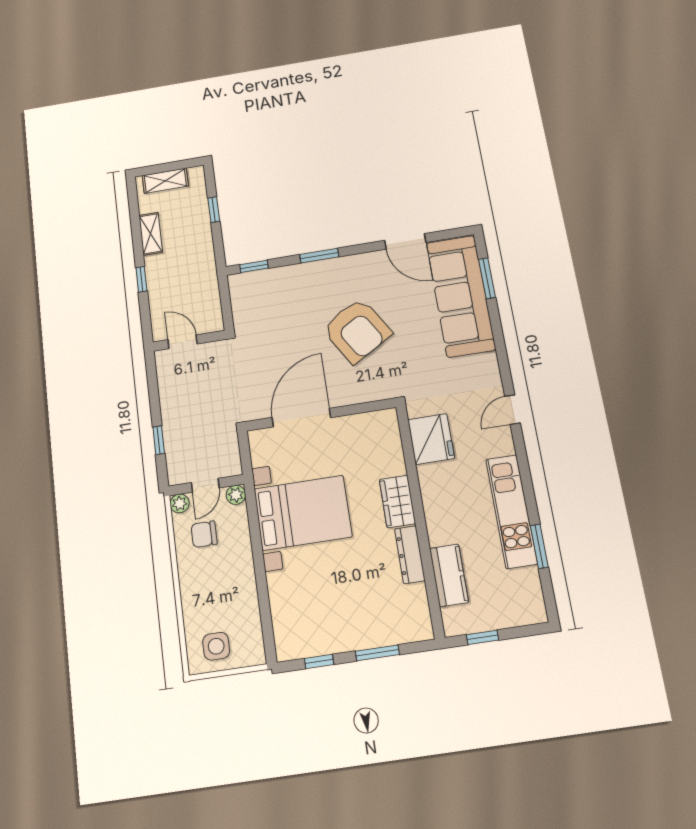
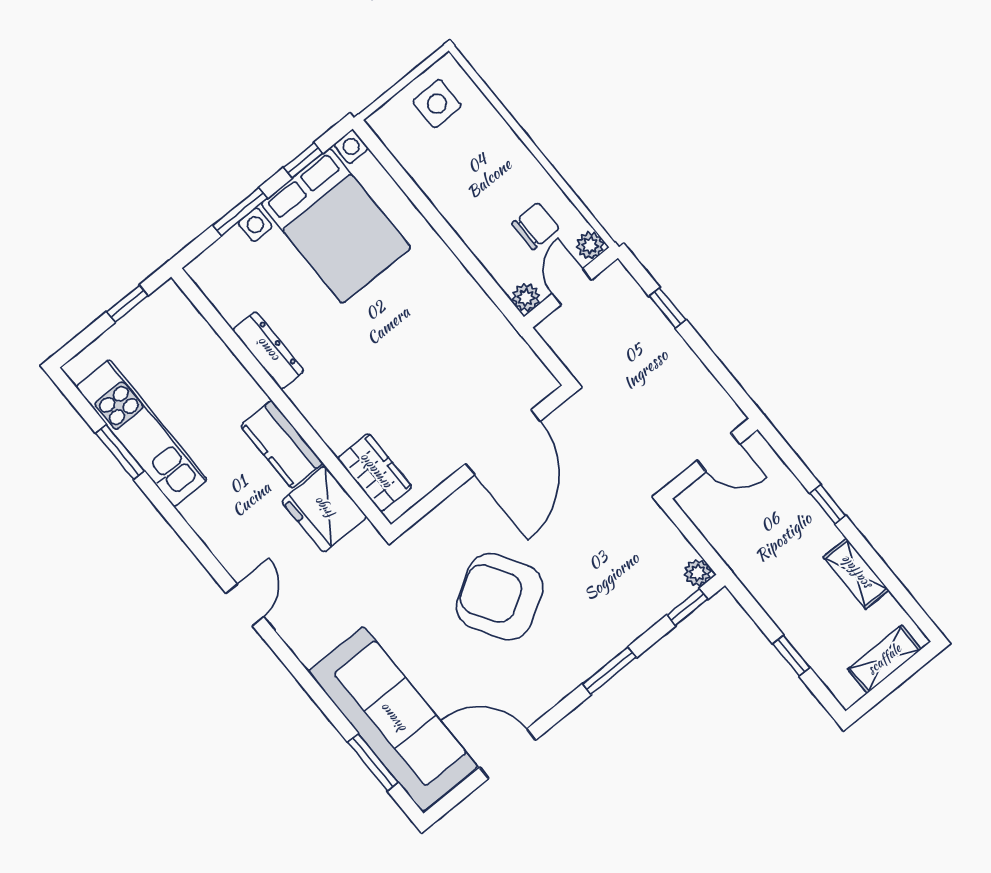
plant: (236, 282) -> (698, 573), added
wardrobe: (397, 501) -> (375, 473), moved
kitchen unit: (511, 511) -> (142, 433), moved
bed with nightstands: (303, 513) -> (336, 226), moved, turned -90
kitchen counter: (449, 575) -> (282, 444), moved

